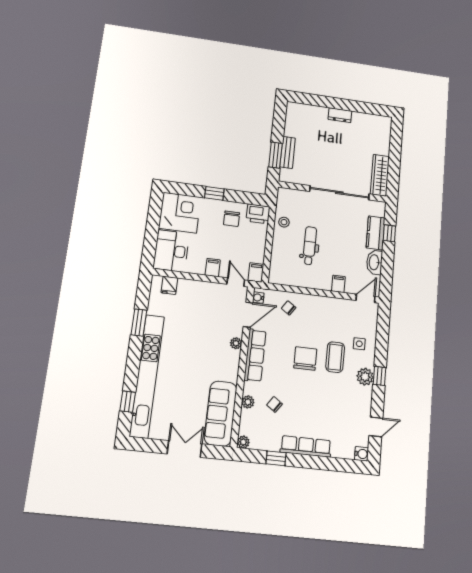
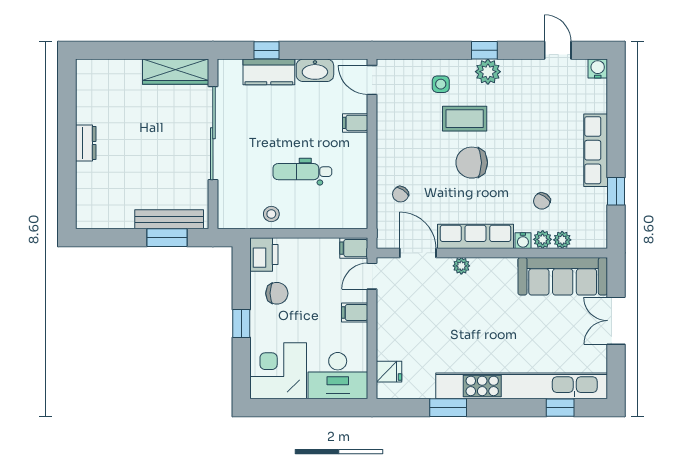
bench: (288, 152) -> (169, 219), width x1.36
water cooler: (258, 298) -> (523, 241), moved
plant: (243, 442) -> (562, 240), moved

